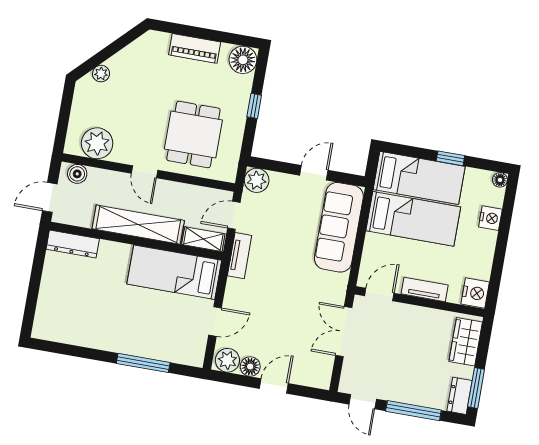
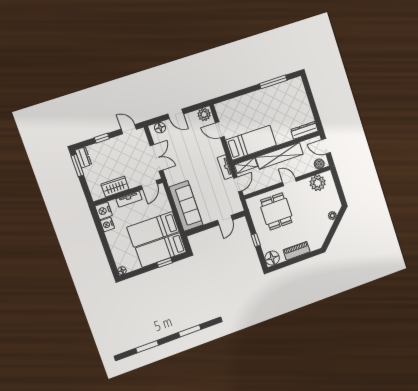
window: (450, 158) -> (165, 263), moved
door: (314, 173) -> (225, 220), moved
plant: (257, 180) -> (236, 206), removed
door: (50, 197) -> (326, 146), swing flipped
nightstand: (490, 218) -> (107, 225), moved
door: (215, 321) -> (220, 130), hinge flipped
wardrobe: (466, 342) -> (115, 187), moved, turned -90
window: (143, 363) -> (273, 82), moved
floor lamp: (250, 367) -> (160, 128), moved
door: (274, 386) -> (176, 114), hinge flipped
window: (413, 411) -> (102, 138), width x0.46

